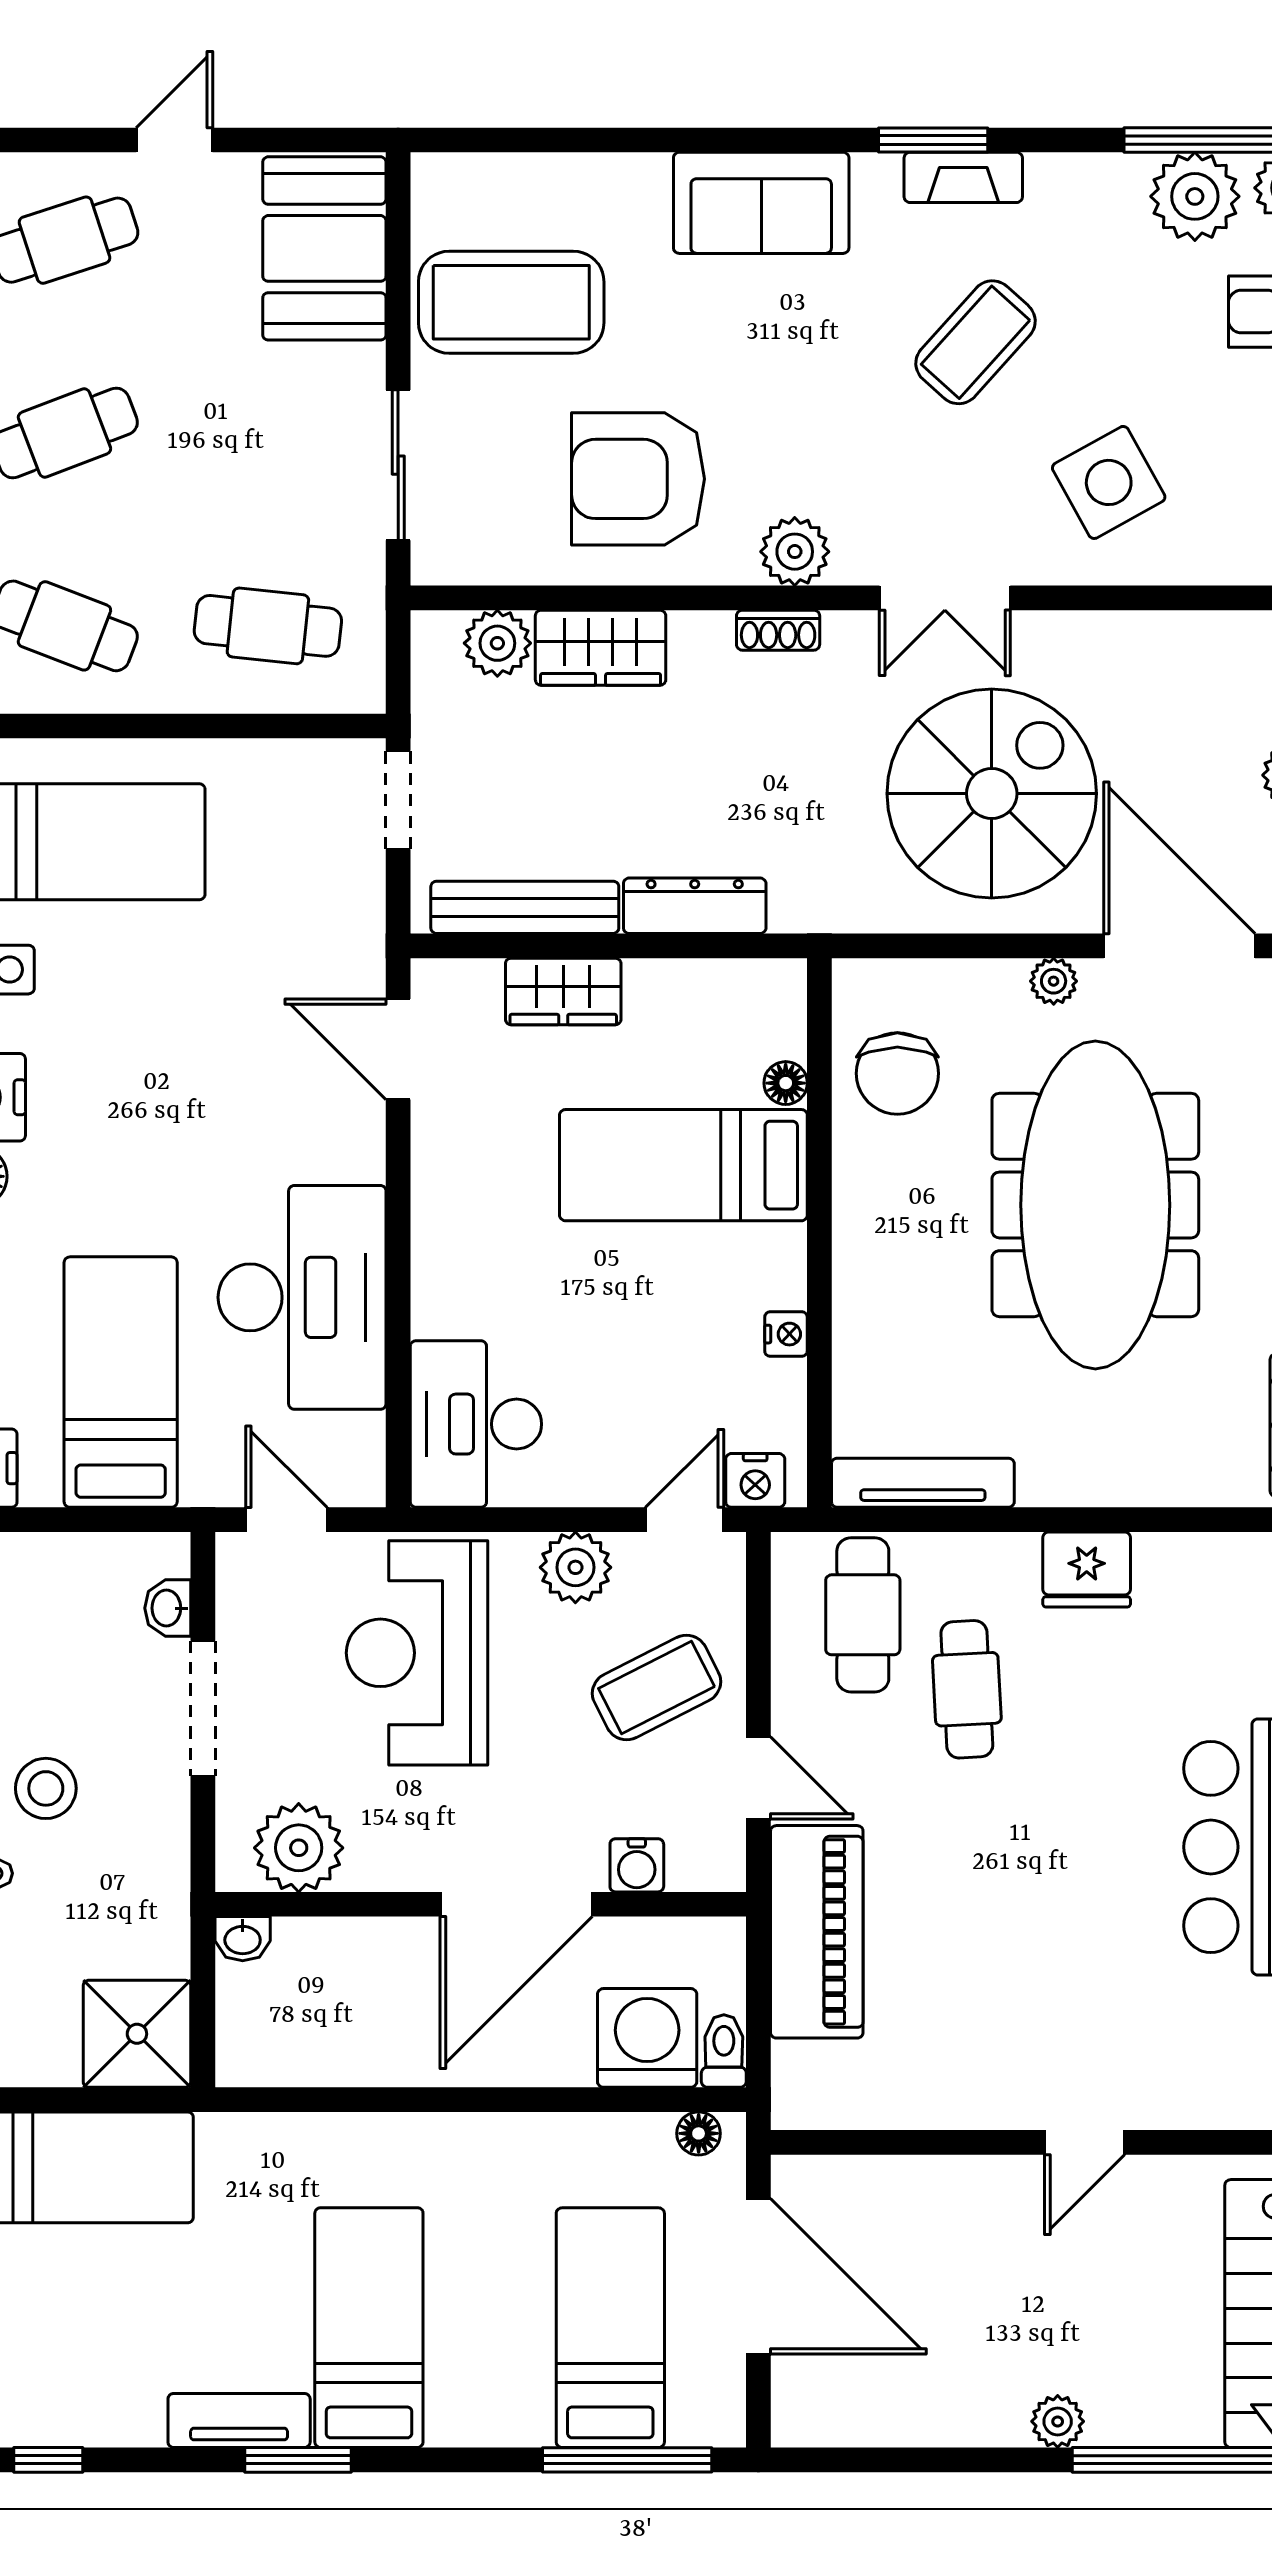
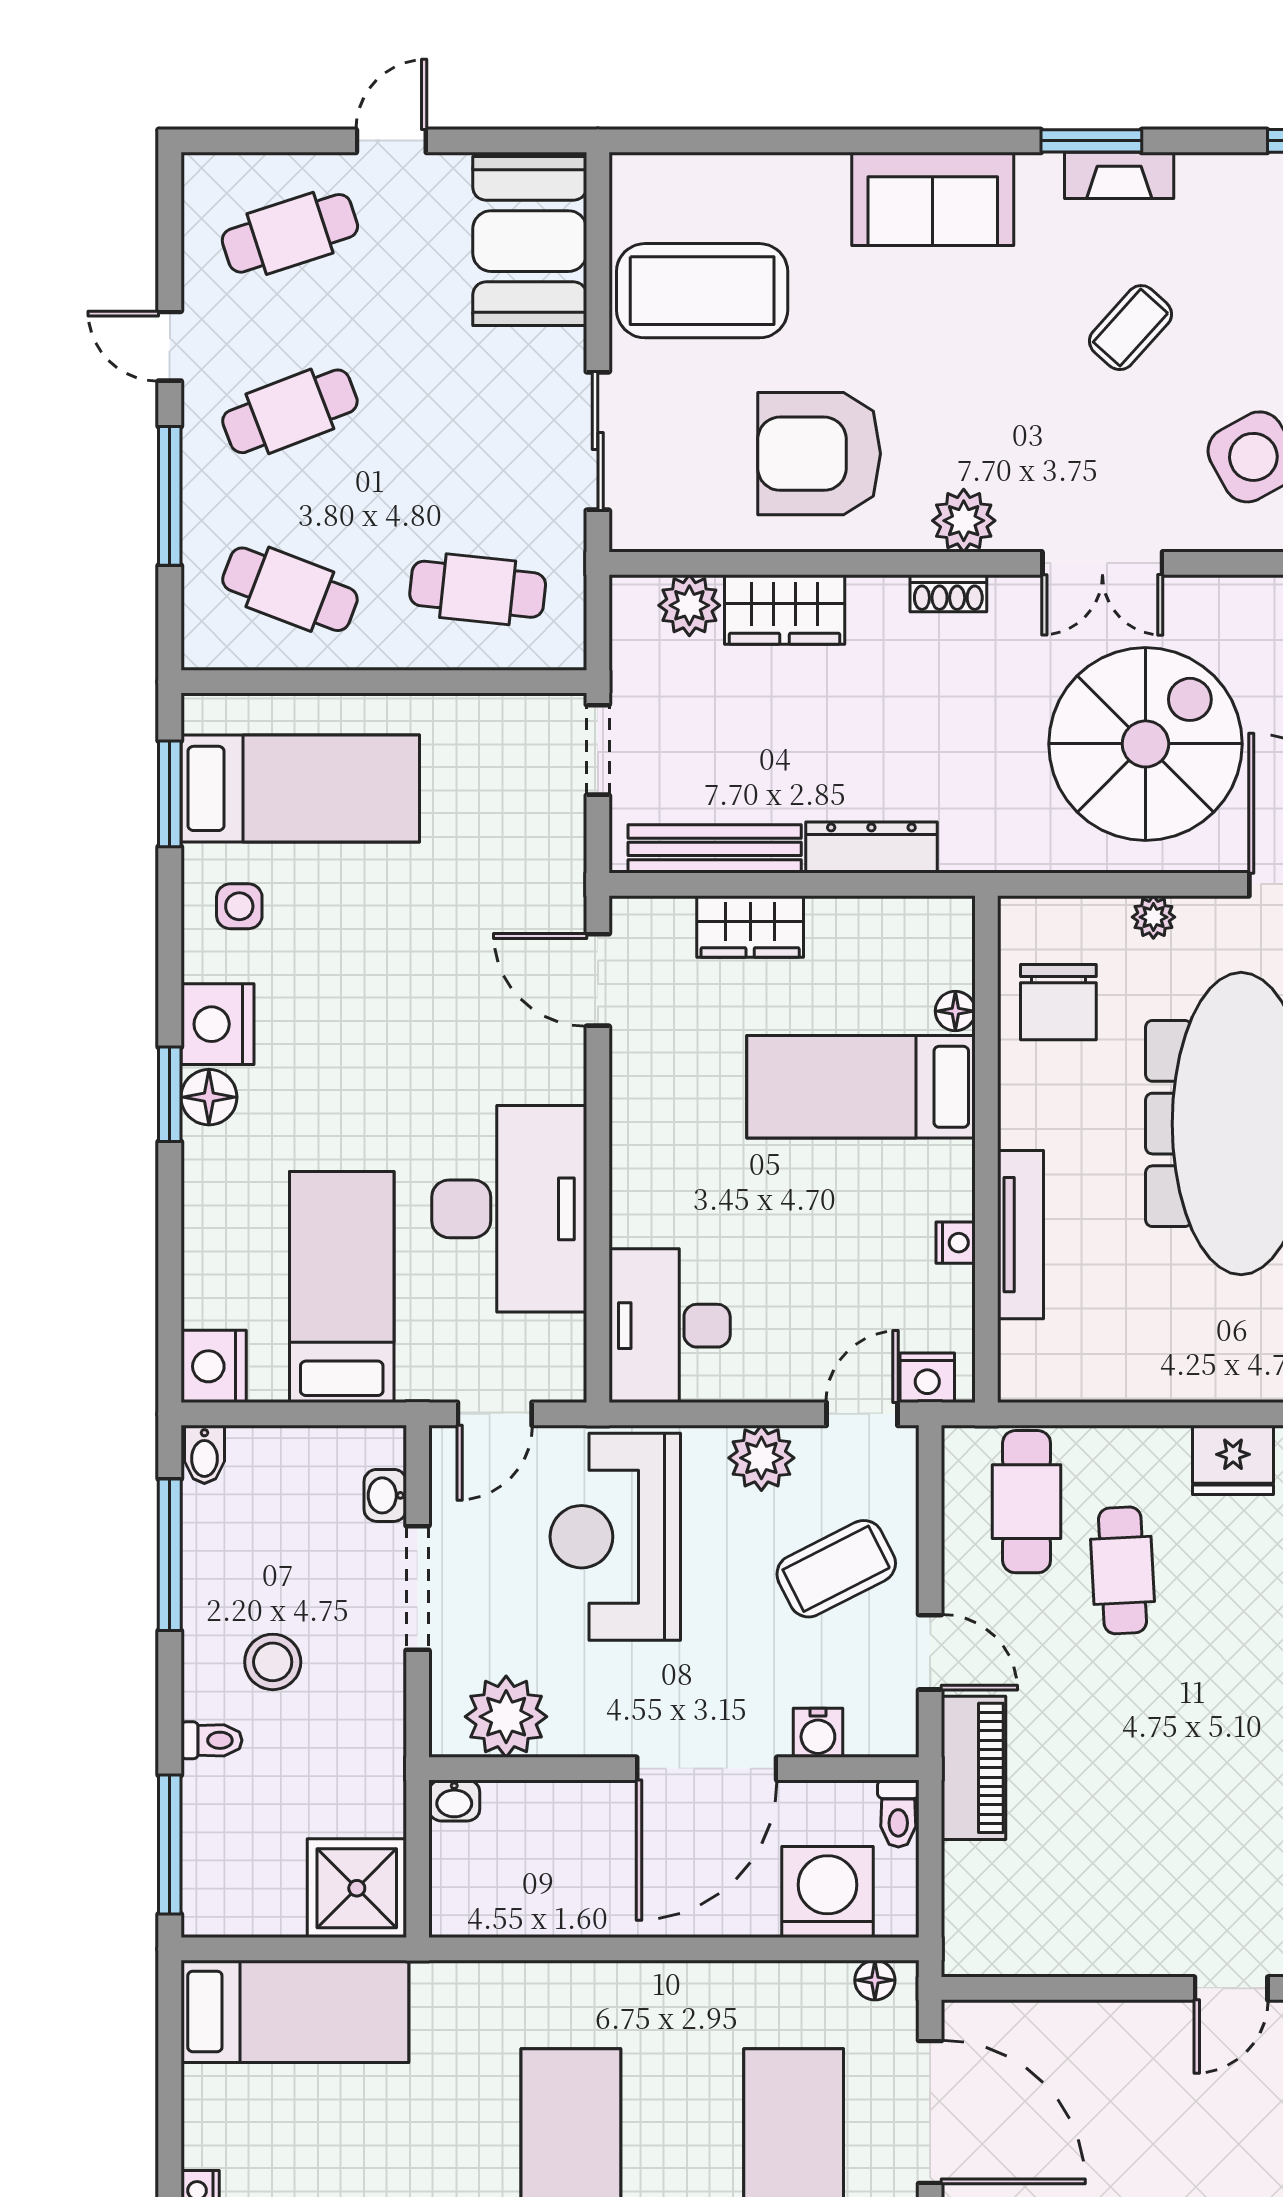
coffee table: (976, 342) -> (1130, 328), width x0.73, depth x0.77
plant: (1054, 981) -> (1153, 917), moved
tv unit: (923, 1483) -> (1021, 1235), moved, turned 90
door: (286, 1520) -> (495, 1414), swing flipped
piano: (817, 1932) -> (974, 1768), width x0.73, depth x0.75
toilet: (724, 2051) -> (898, 1814), moved, turned 180

